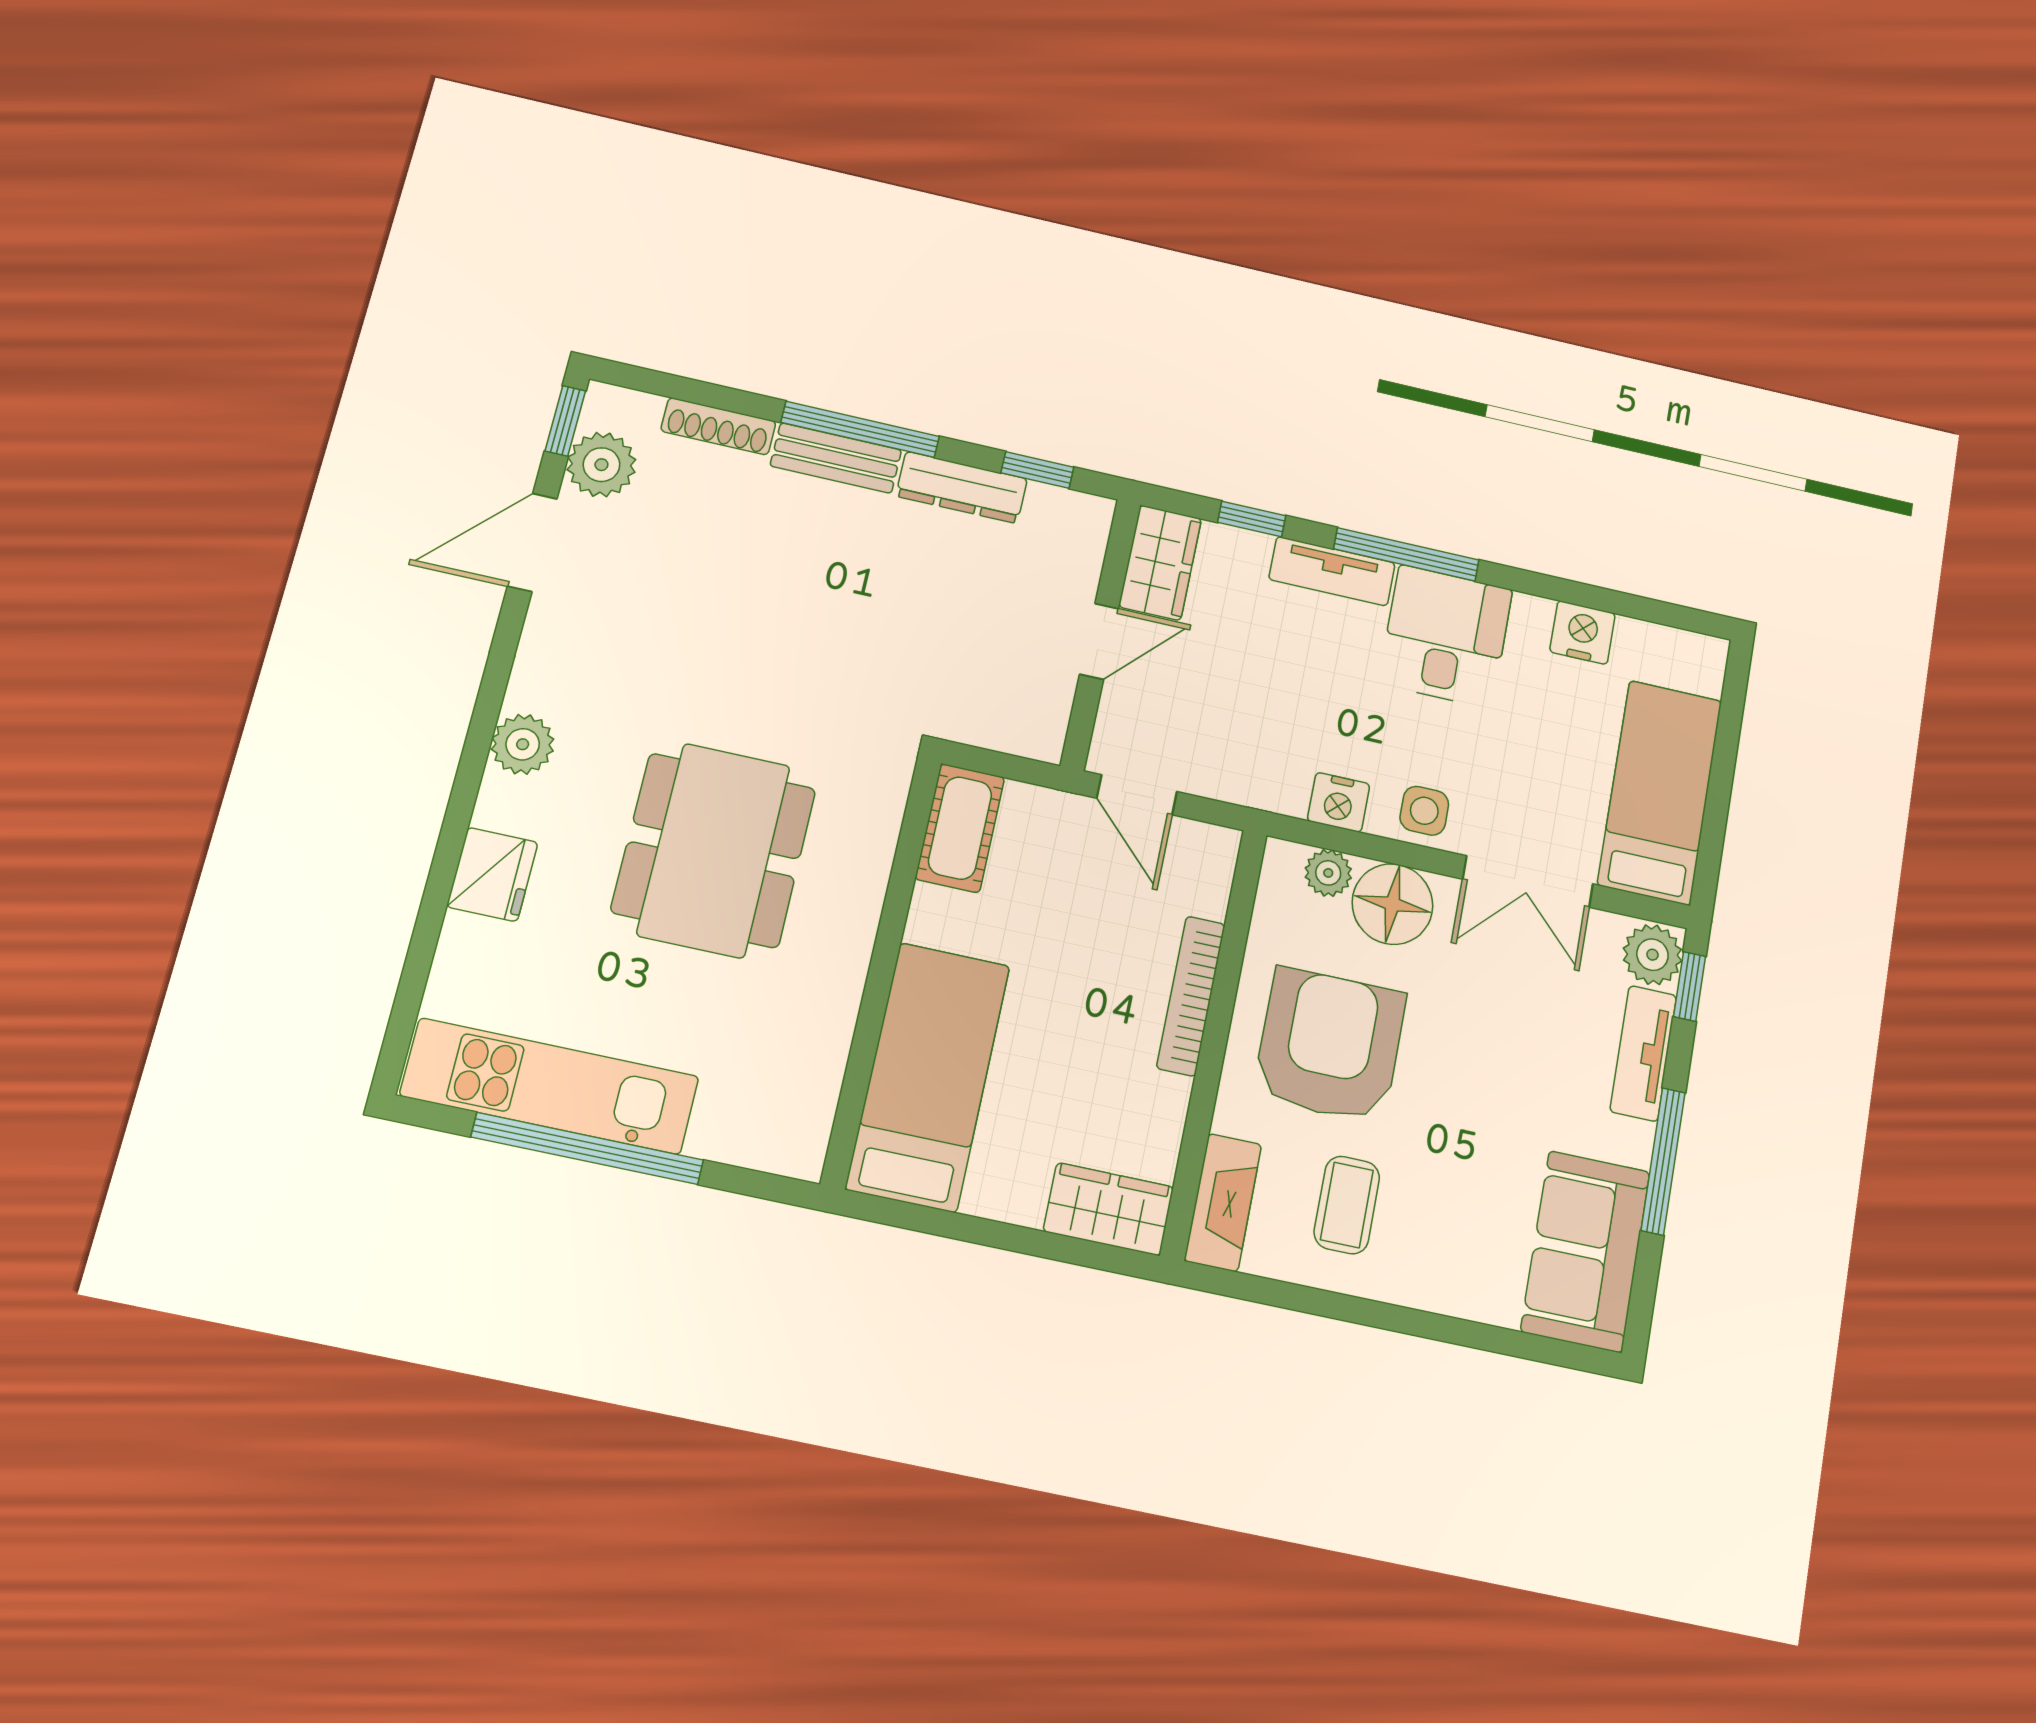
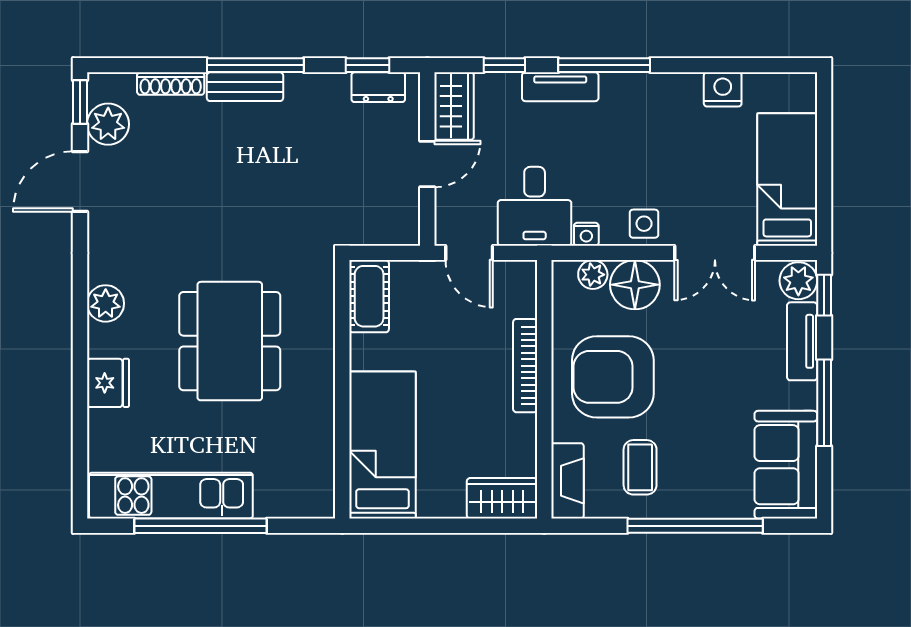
dresser: (962, 488) -> (378, 87), moved, width x0.70
desk: (1446, 636) -> (535, 206), moved, turned 180
nightstand: (1339, 802) -> (586, 234), width x0.72, depth x0.74
armchair: (1330, 1045) -> (613, 377), turned -90
window: (1420, 1323) -> (695, 526), added

